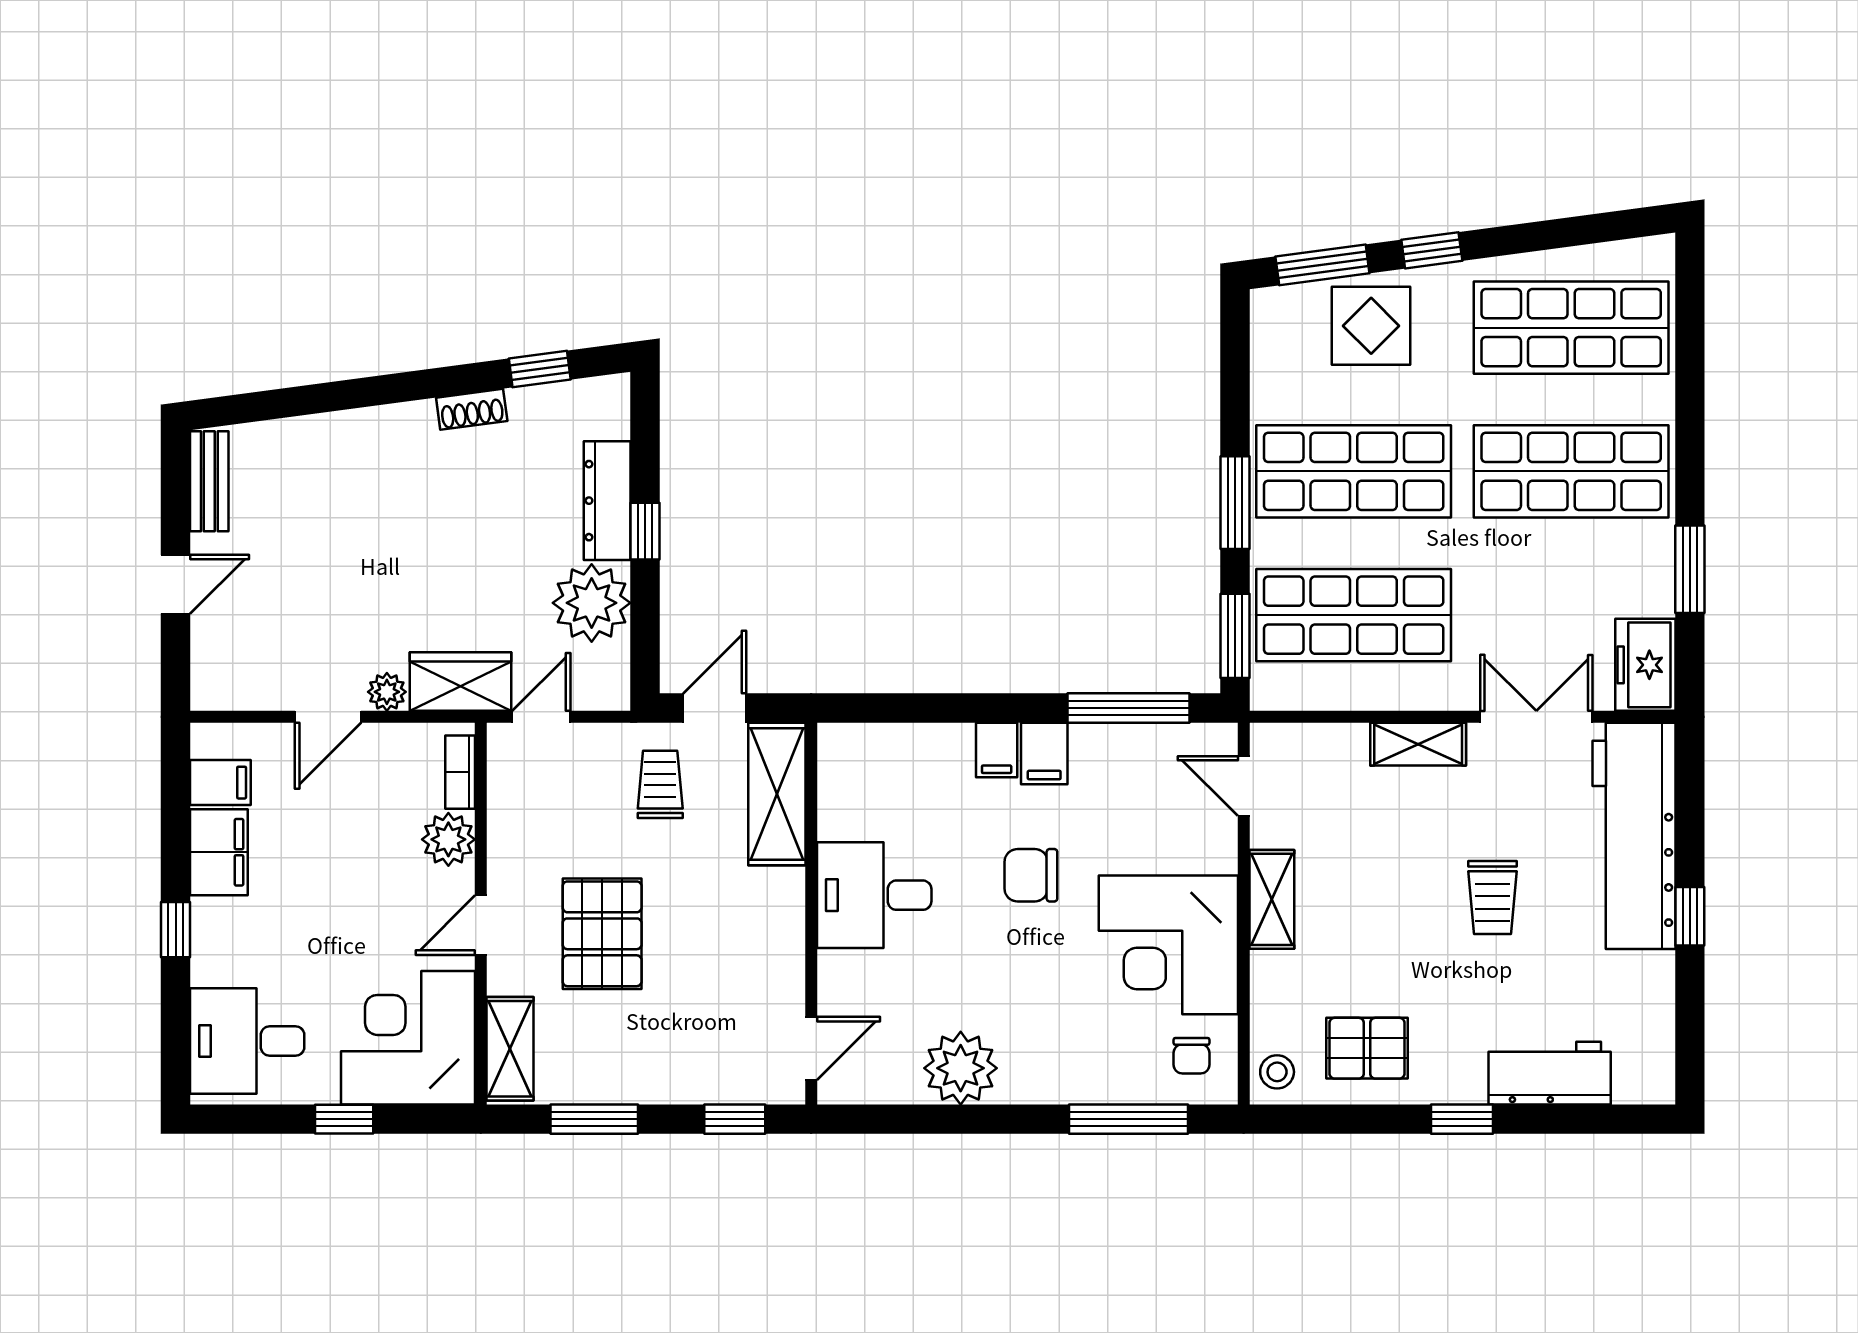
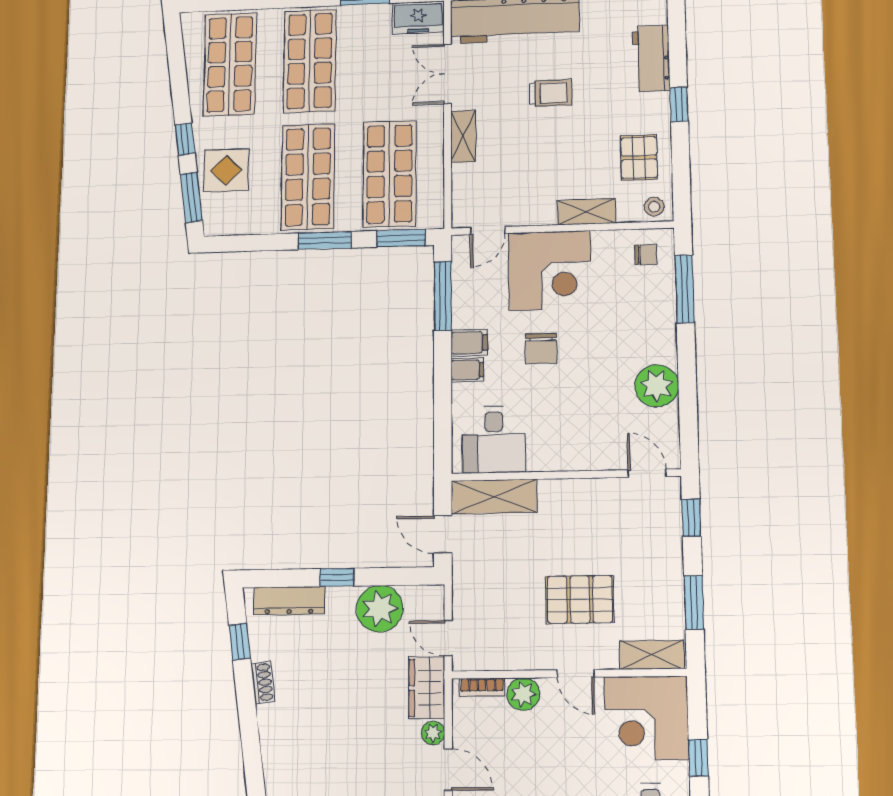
dresser: (607, 501) -> (289, 601), moved
trolley: (660, 784) -> (489, 566), removed
desk: (874, 895) -> (494, 440), moved
shelving: (1272, 899) -> (586, 212), moved
corner desk: (1168, 945) -> (550, 270), moved

